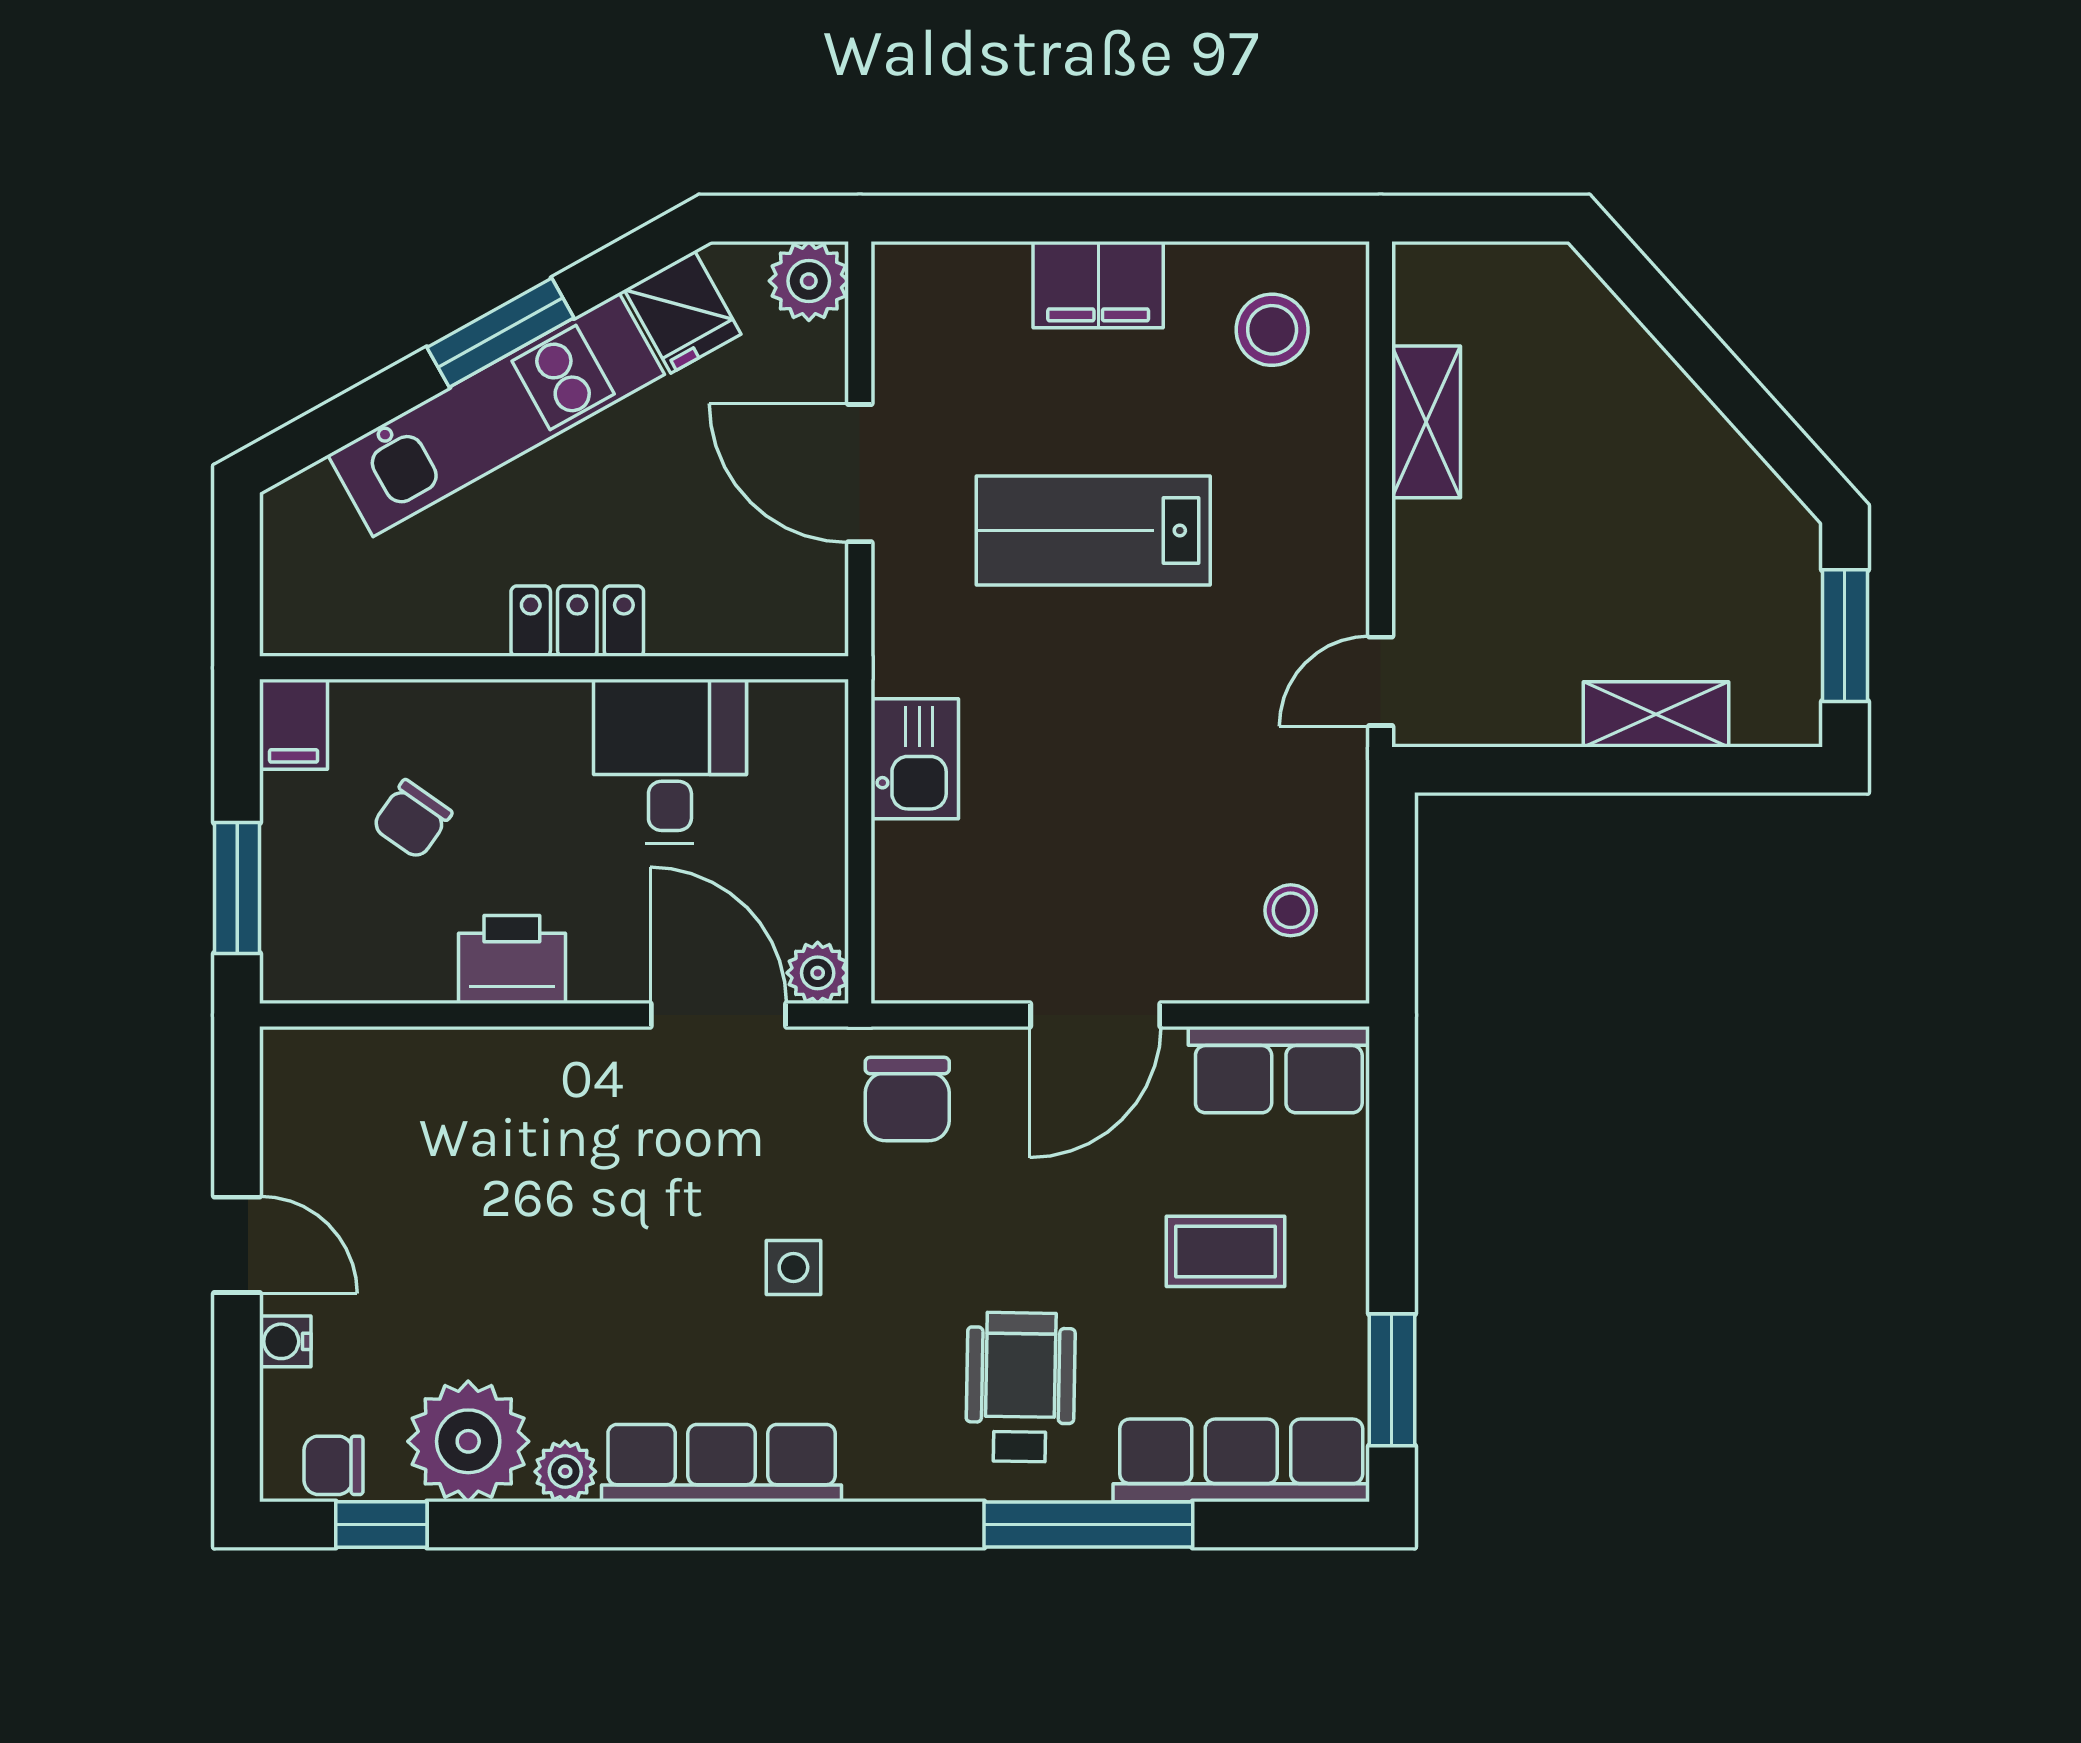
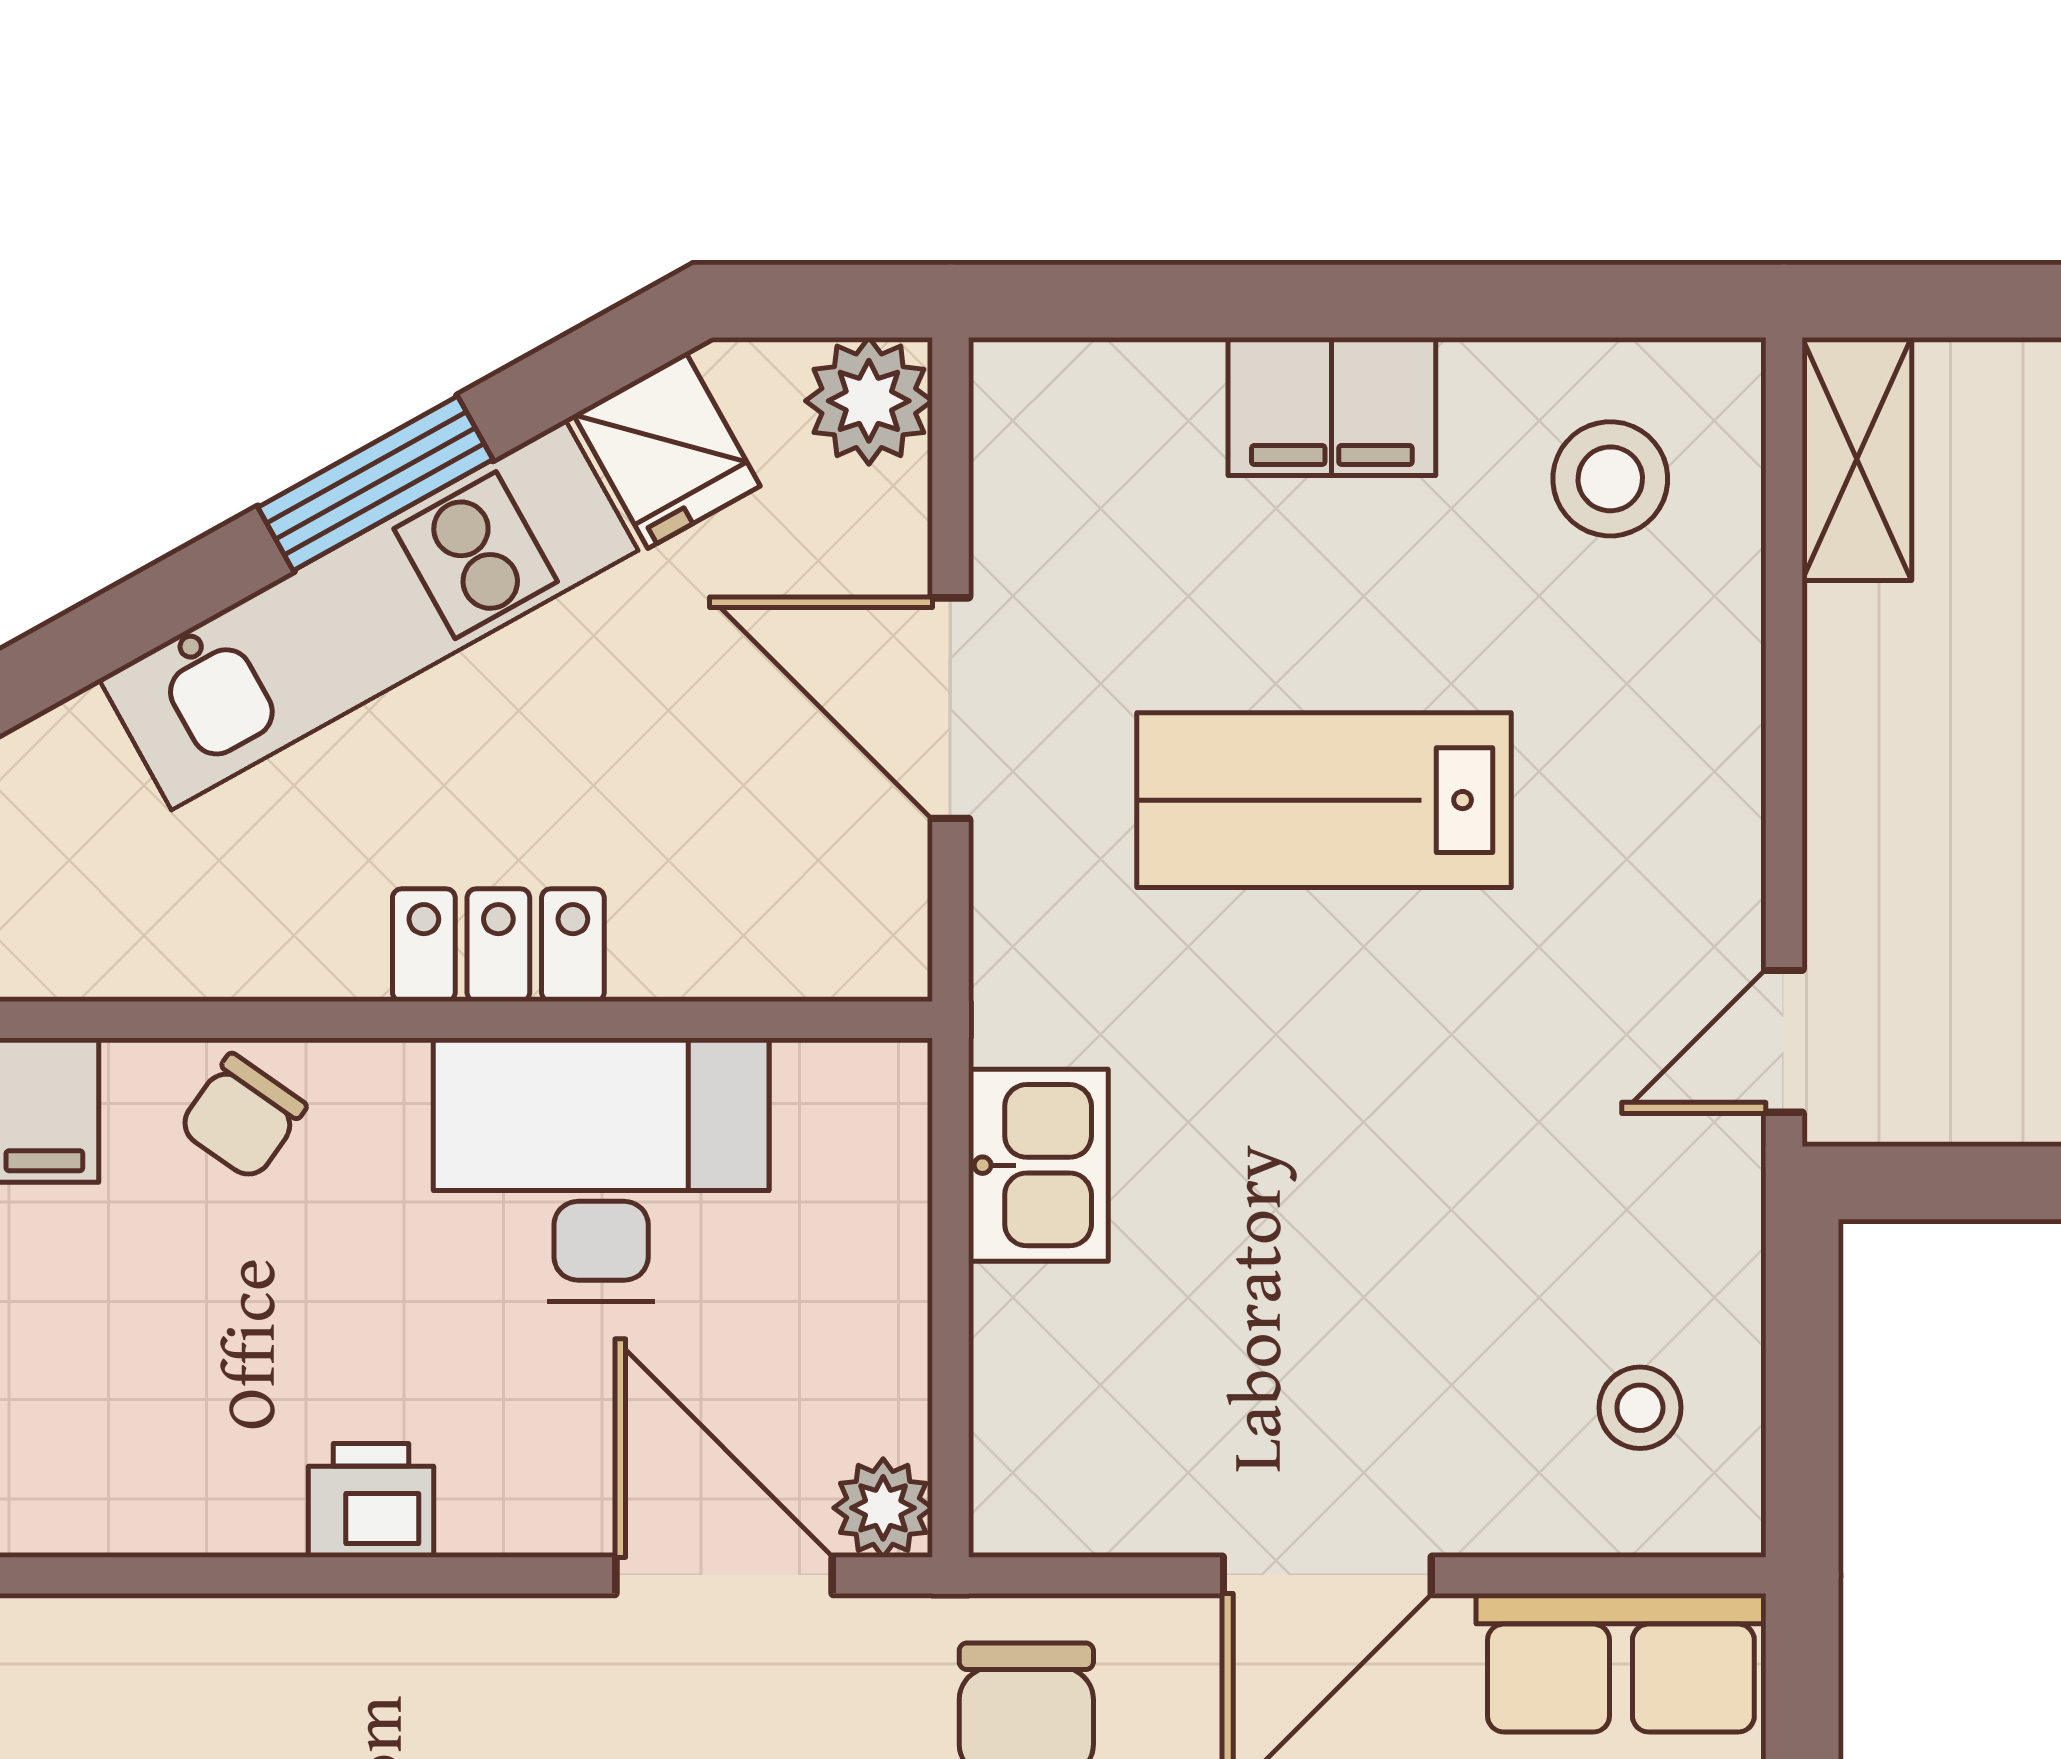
shelving: (1426, 422) -> (1857, 459), moved
desk: (670, 761) -> (601, 1170), width x1.37
chair: (412, 819) -> (242, 1117), moved
printer: (512, 960) -> (371, 1500), width x0.73, depth x0.81

